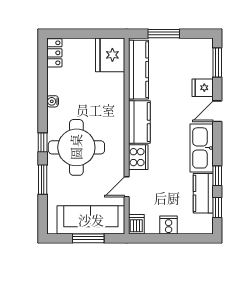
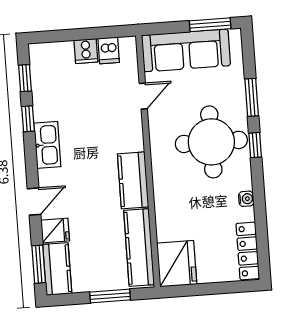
locker: (54, 53) -> (248, 251), width x1.53
kitchen sink: (202, 148) -> (47, 145), width x0.73, depth x0.81
cooker: (138, 157) -> (131, 135), removed
kitchen counter: (203, 193) -> (57, 269), moved
dishwasher: (136, 224) -> (109, 50), moved
window: (88, 238) -> (210, 25), moved

